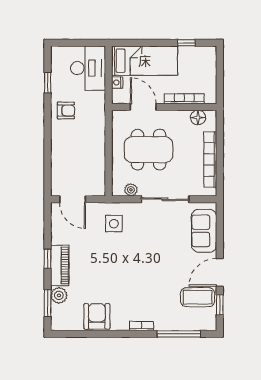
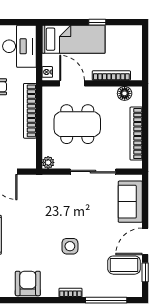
window: (186, 43) -> (97, 22), moved
nightstand: (117, 83) -> (47, 72), moved
bookcase: (99, 136) -> (30, 111), added
plant: (131, 190) -> (48, 162), moved
side table: (114, 224) -> (70, 246), moved

